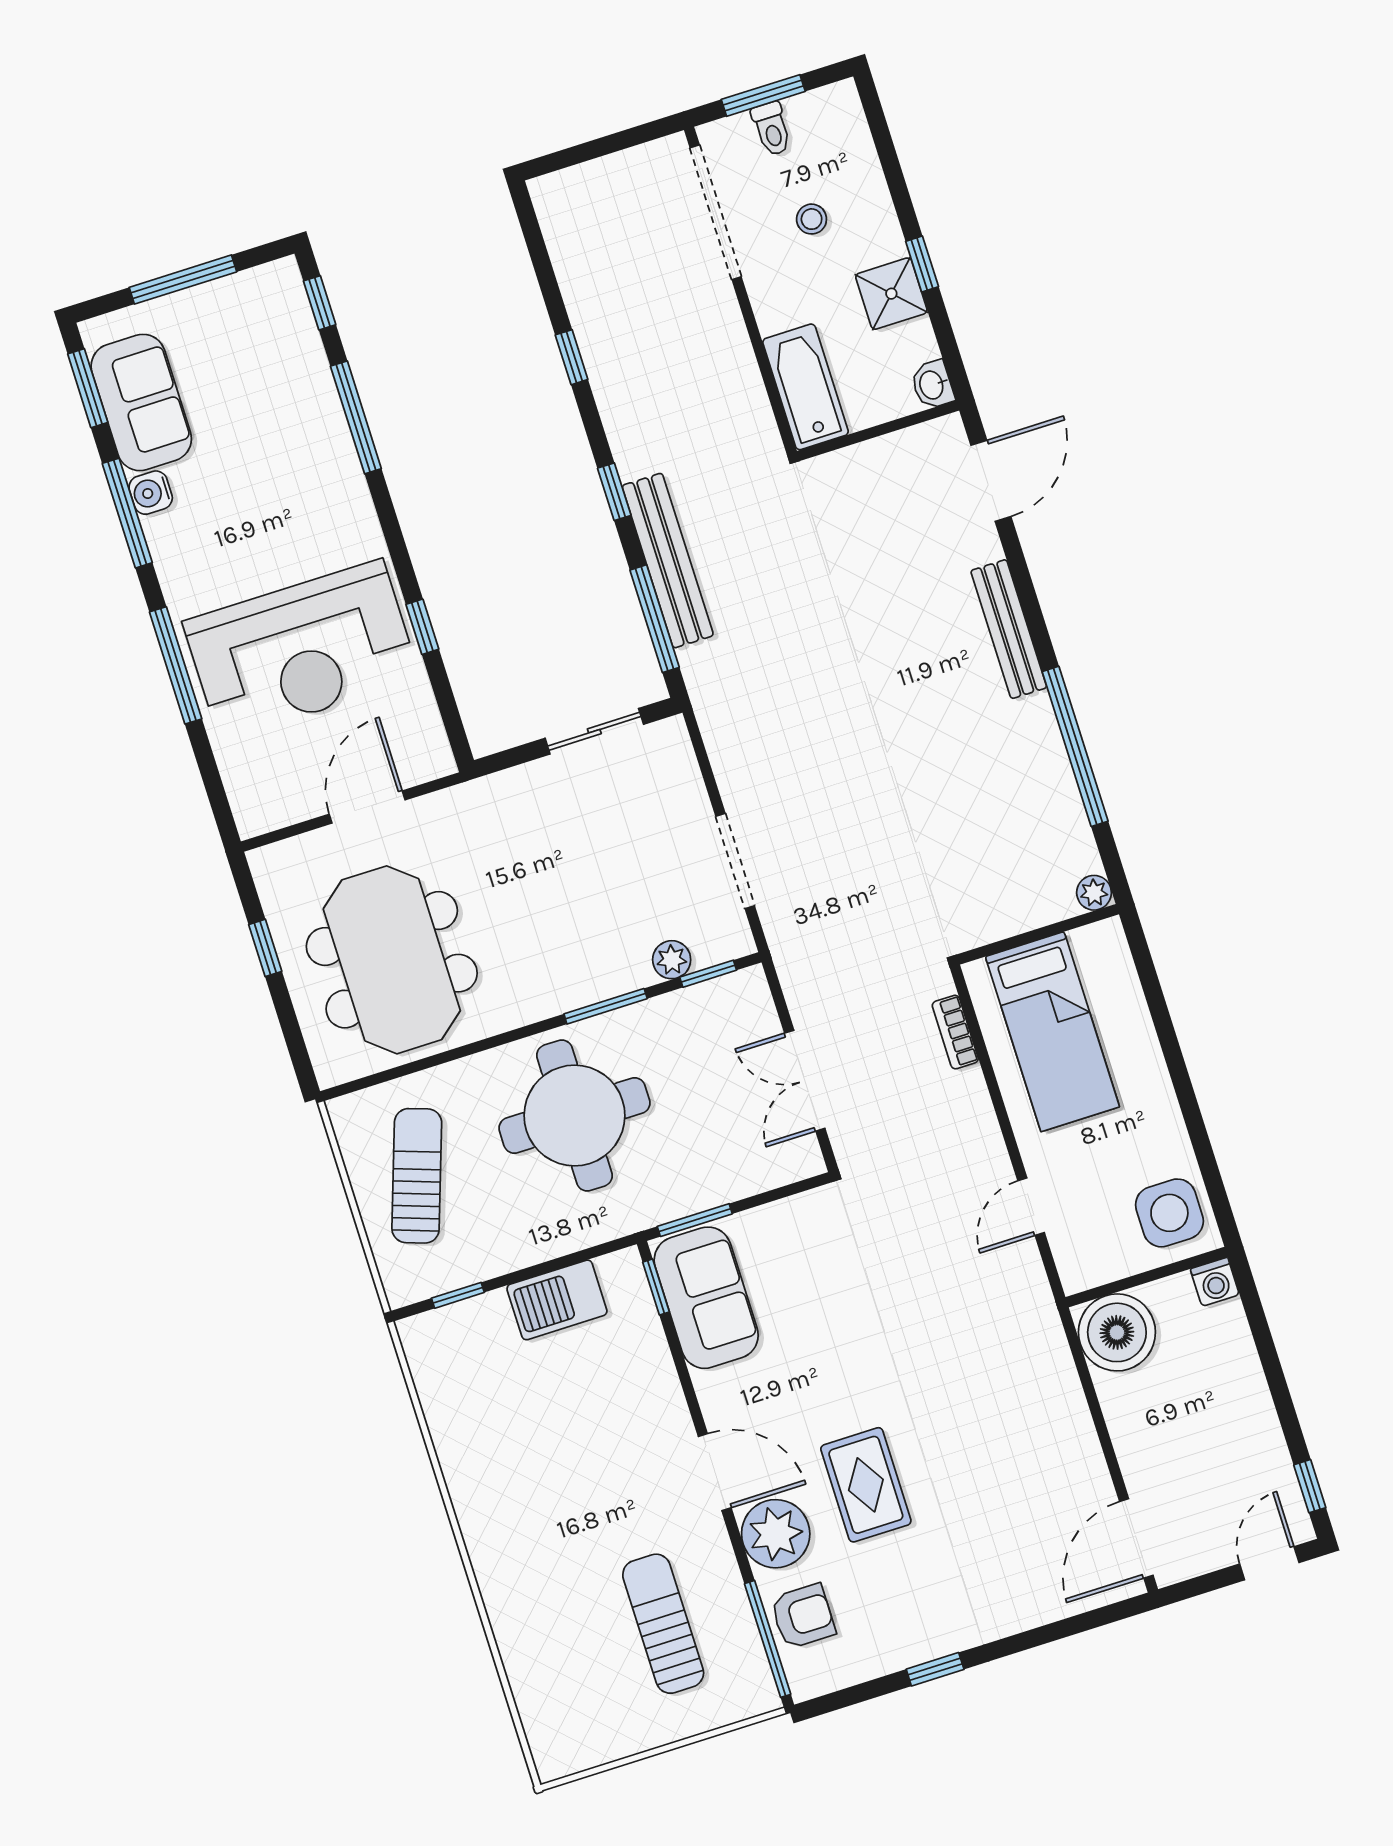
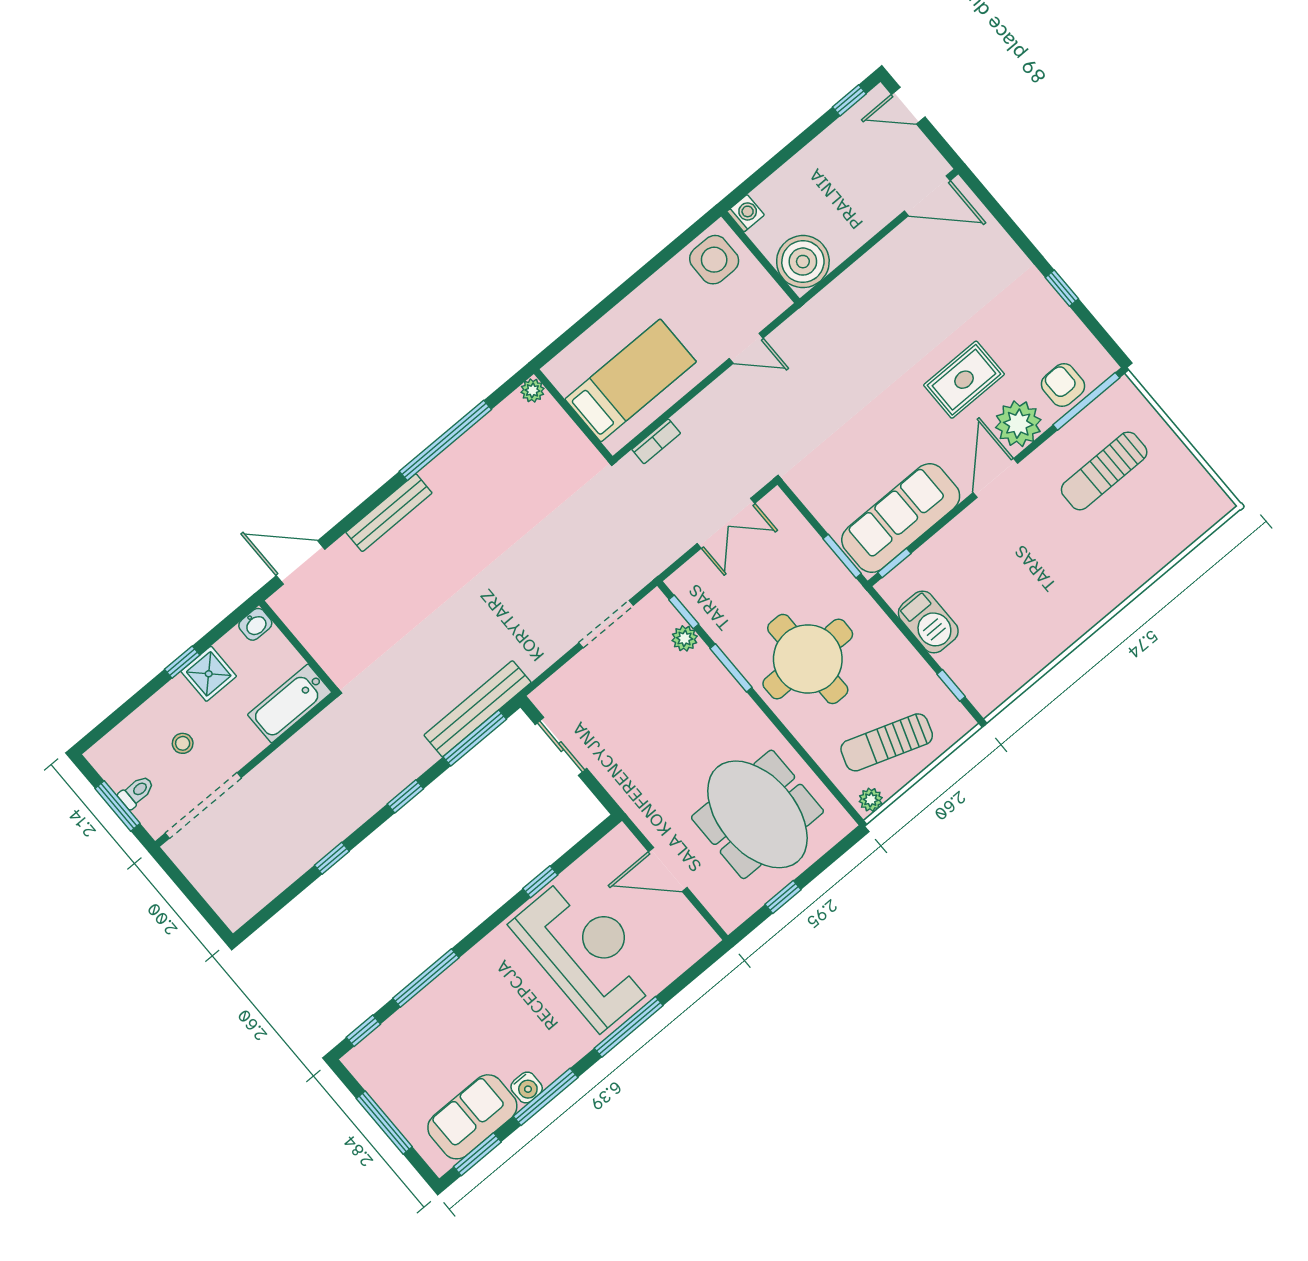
bench: (668, 561) -> (477, 709), moved
meeting table: (392, 960) -> (757, 814), turned 90
plant: (348, 1122) -> (871, 800), added
sofa: (706, 1298) -> (901, 518), width x1.36

